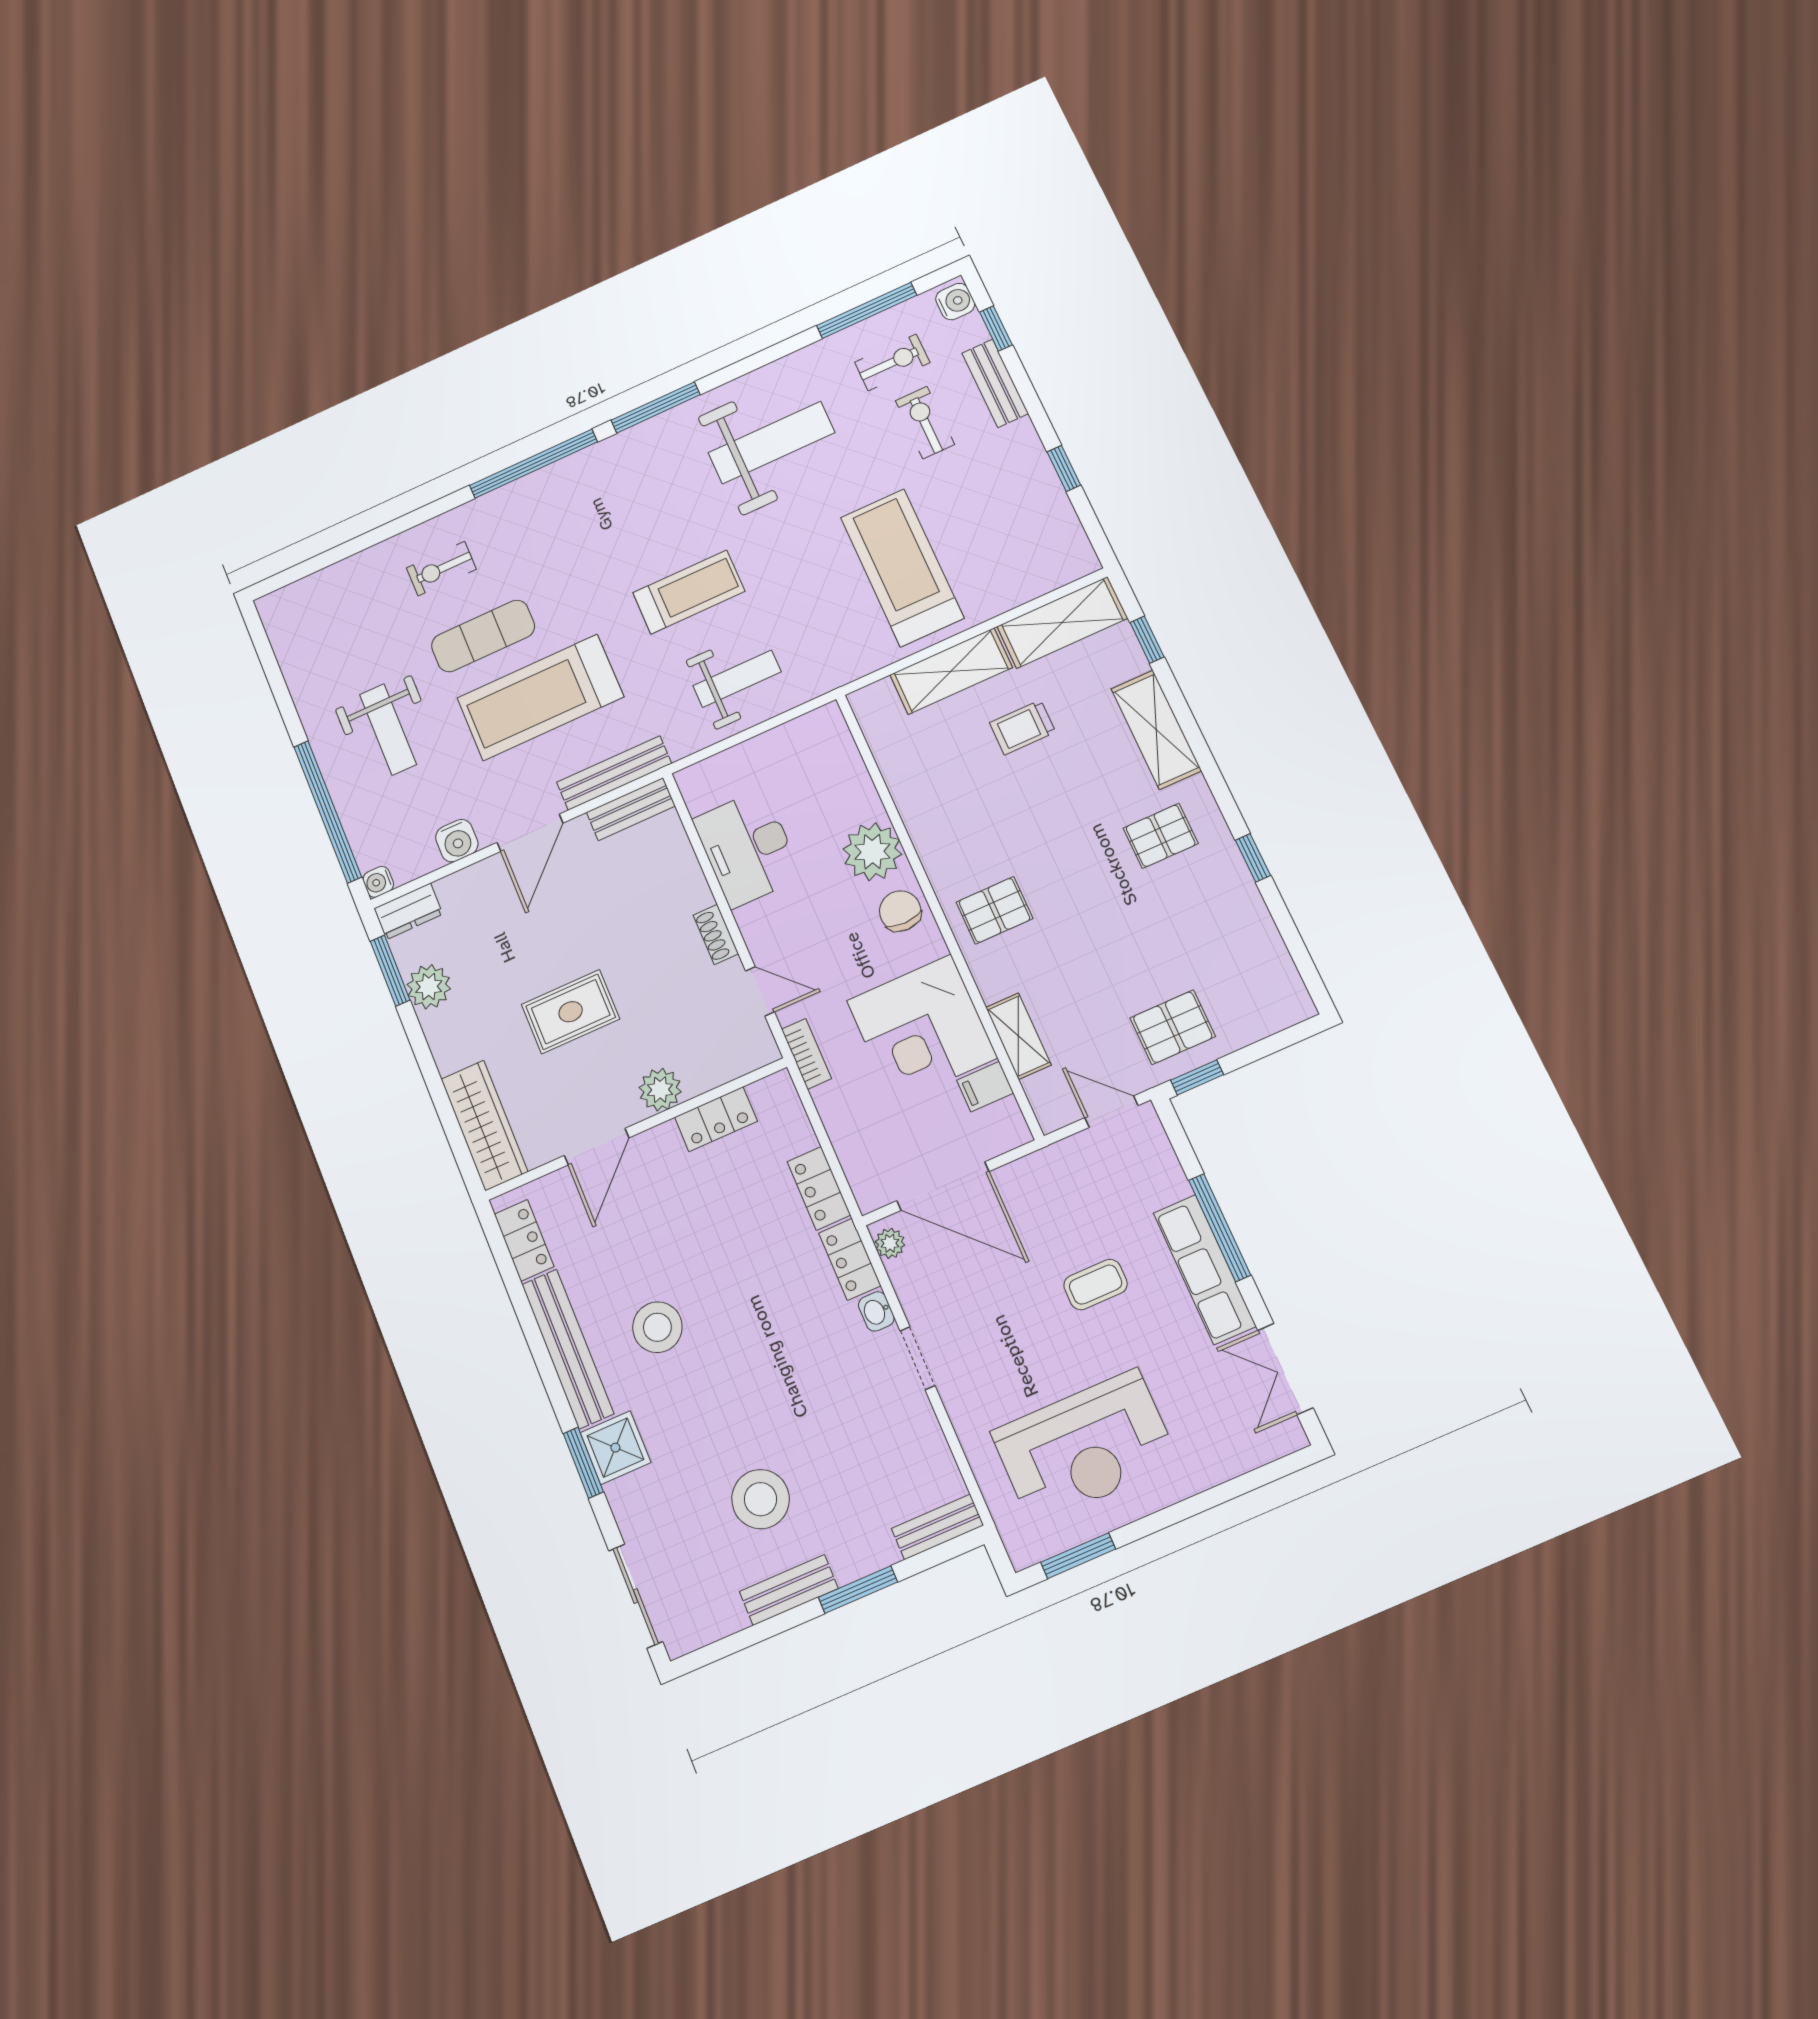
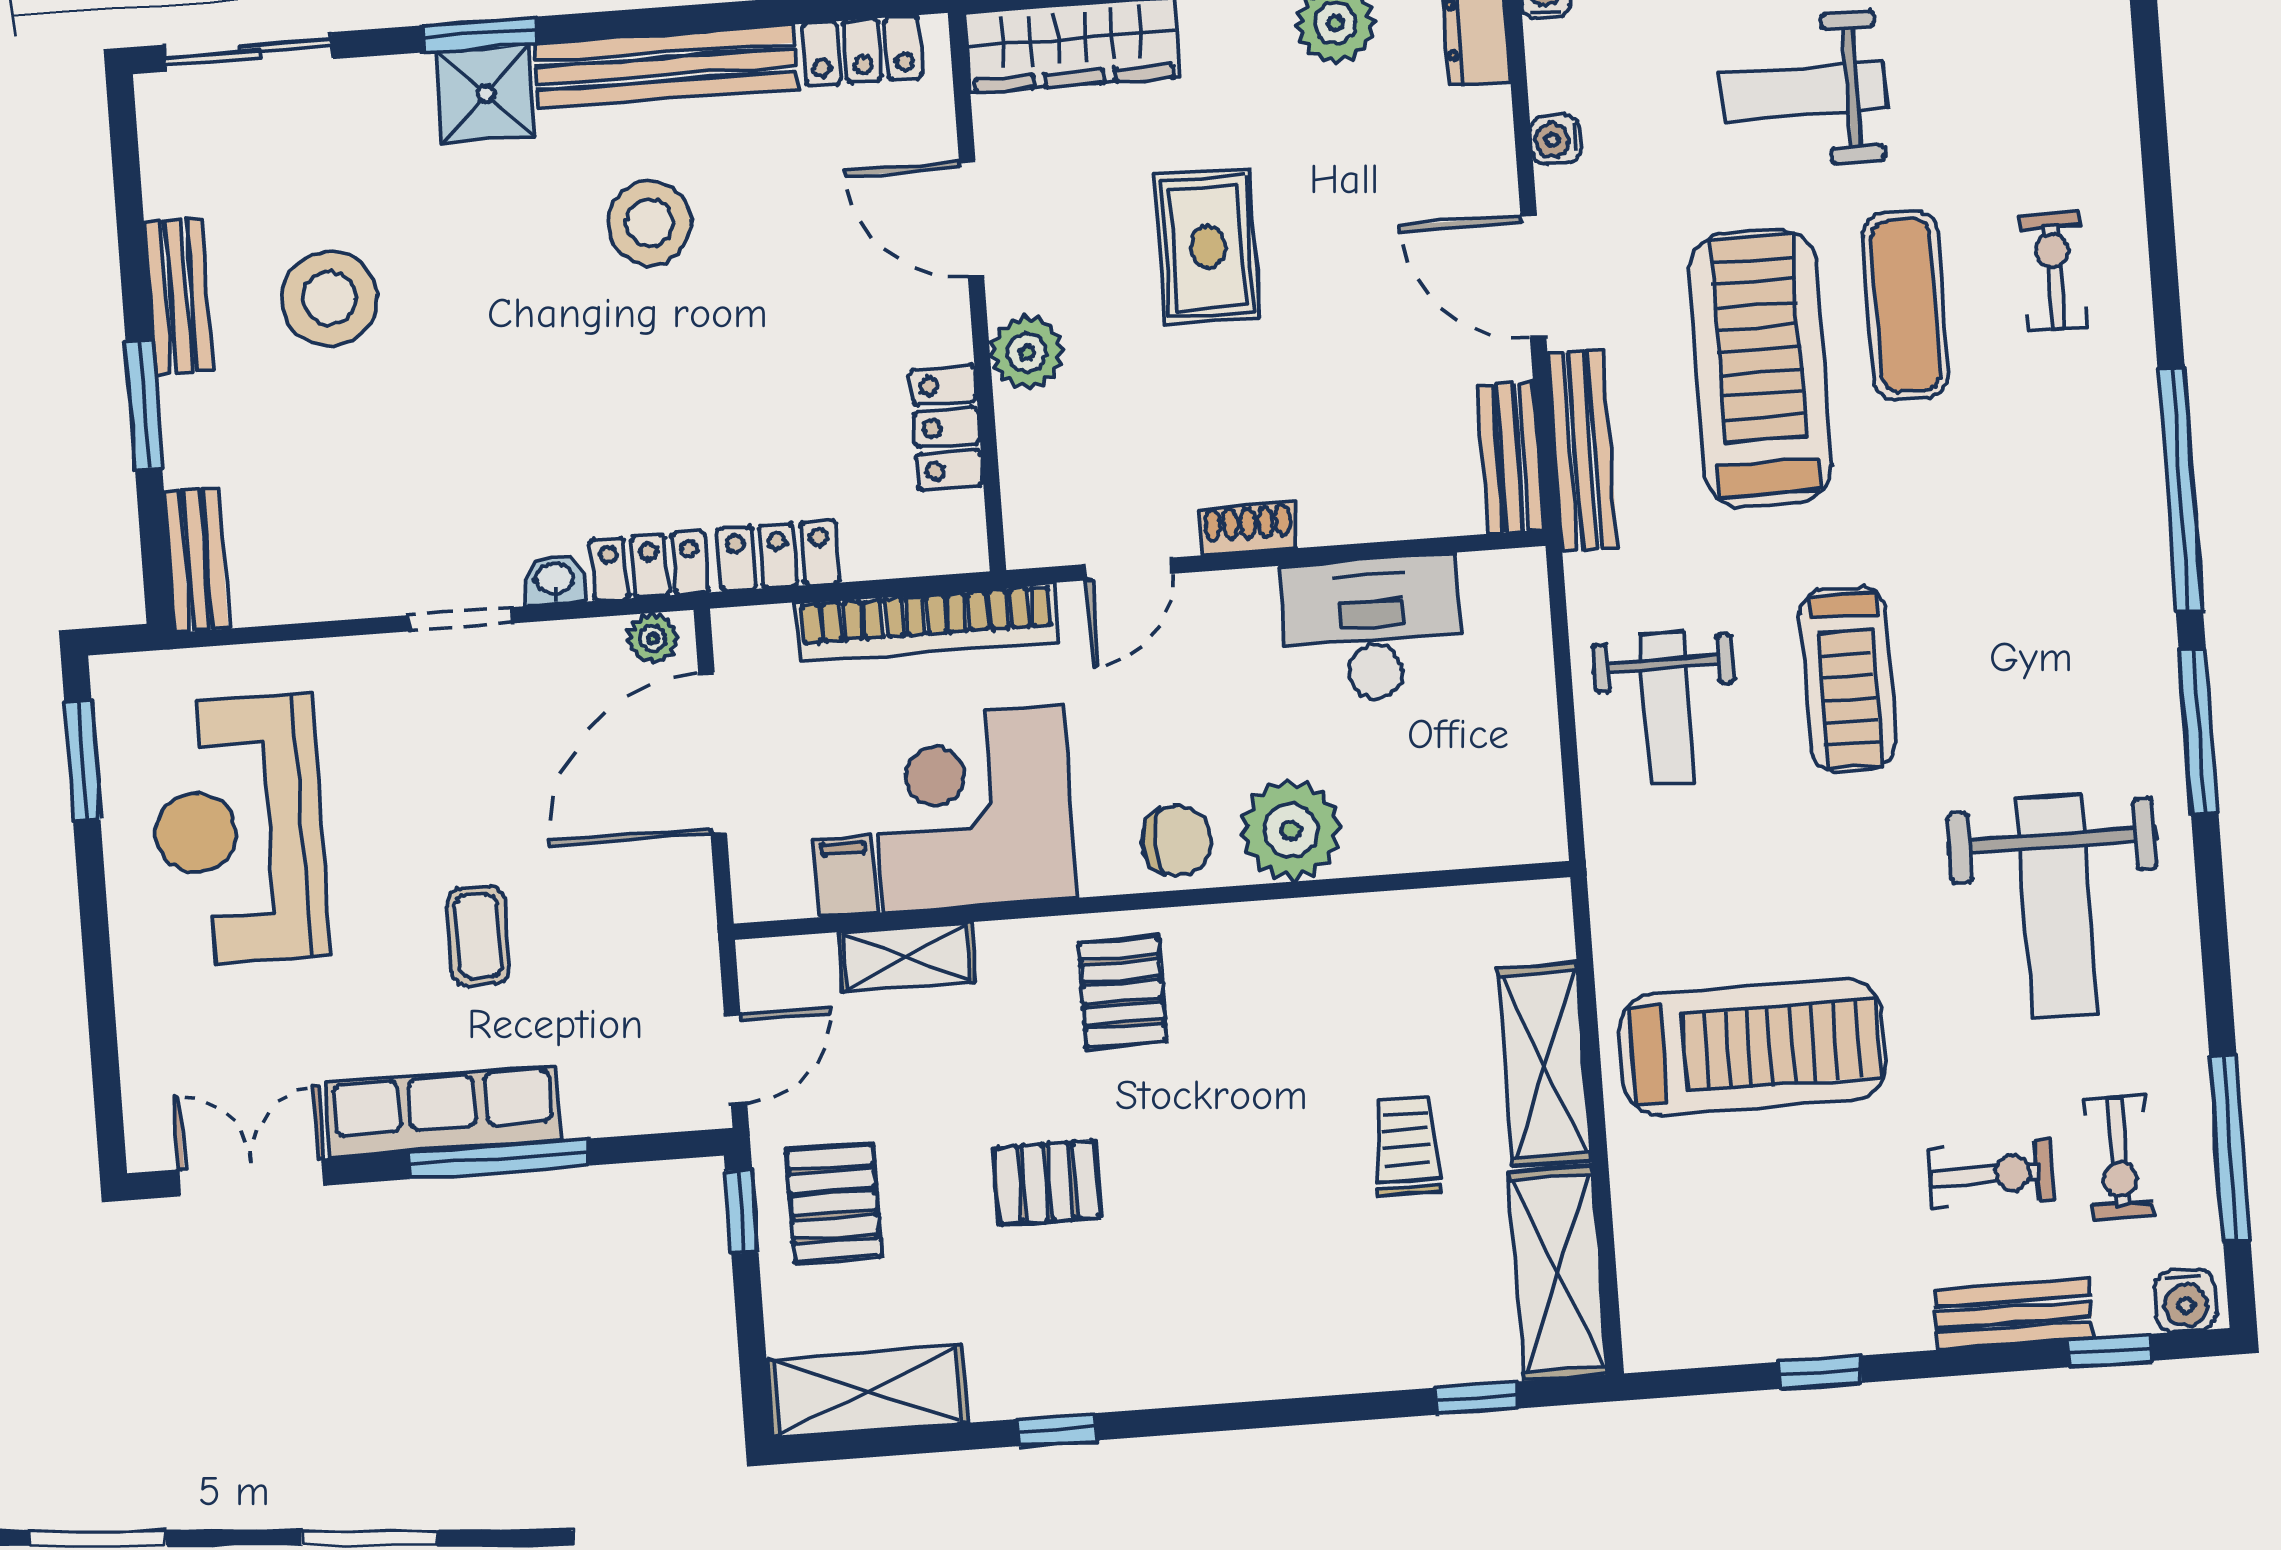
shelving: (1156, 730) -> (867, 1391), moved
pallet: (1161, 836) -> (1048, 1182), moved, turned 90
water cooler: (457, 841) -> (1556, 140), width x0.72, depth x0.72
bookcase: (806, 1054) -> (926, 622), width x2.31, depth x1.31

